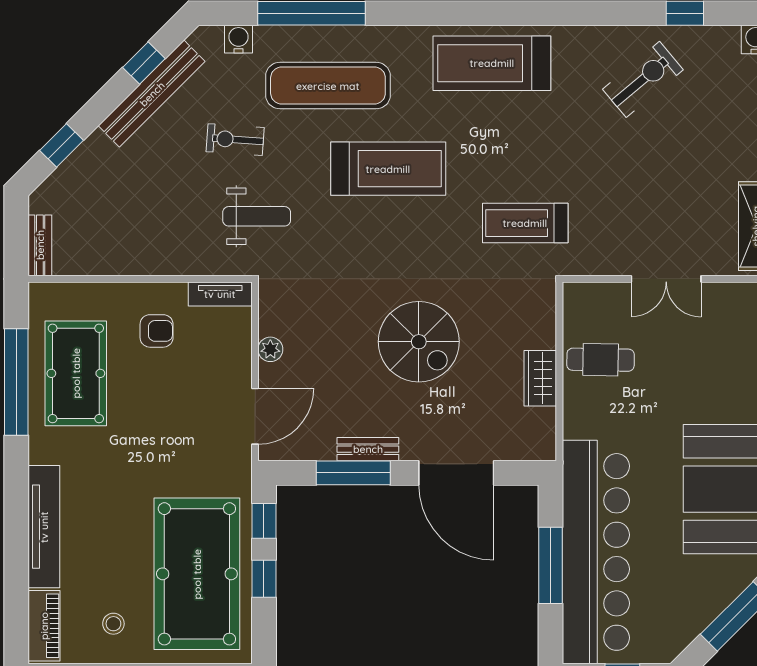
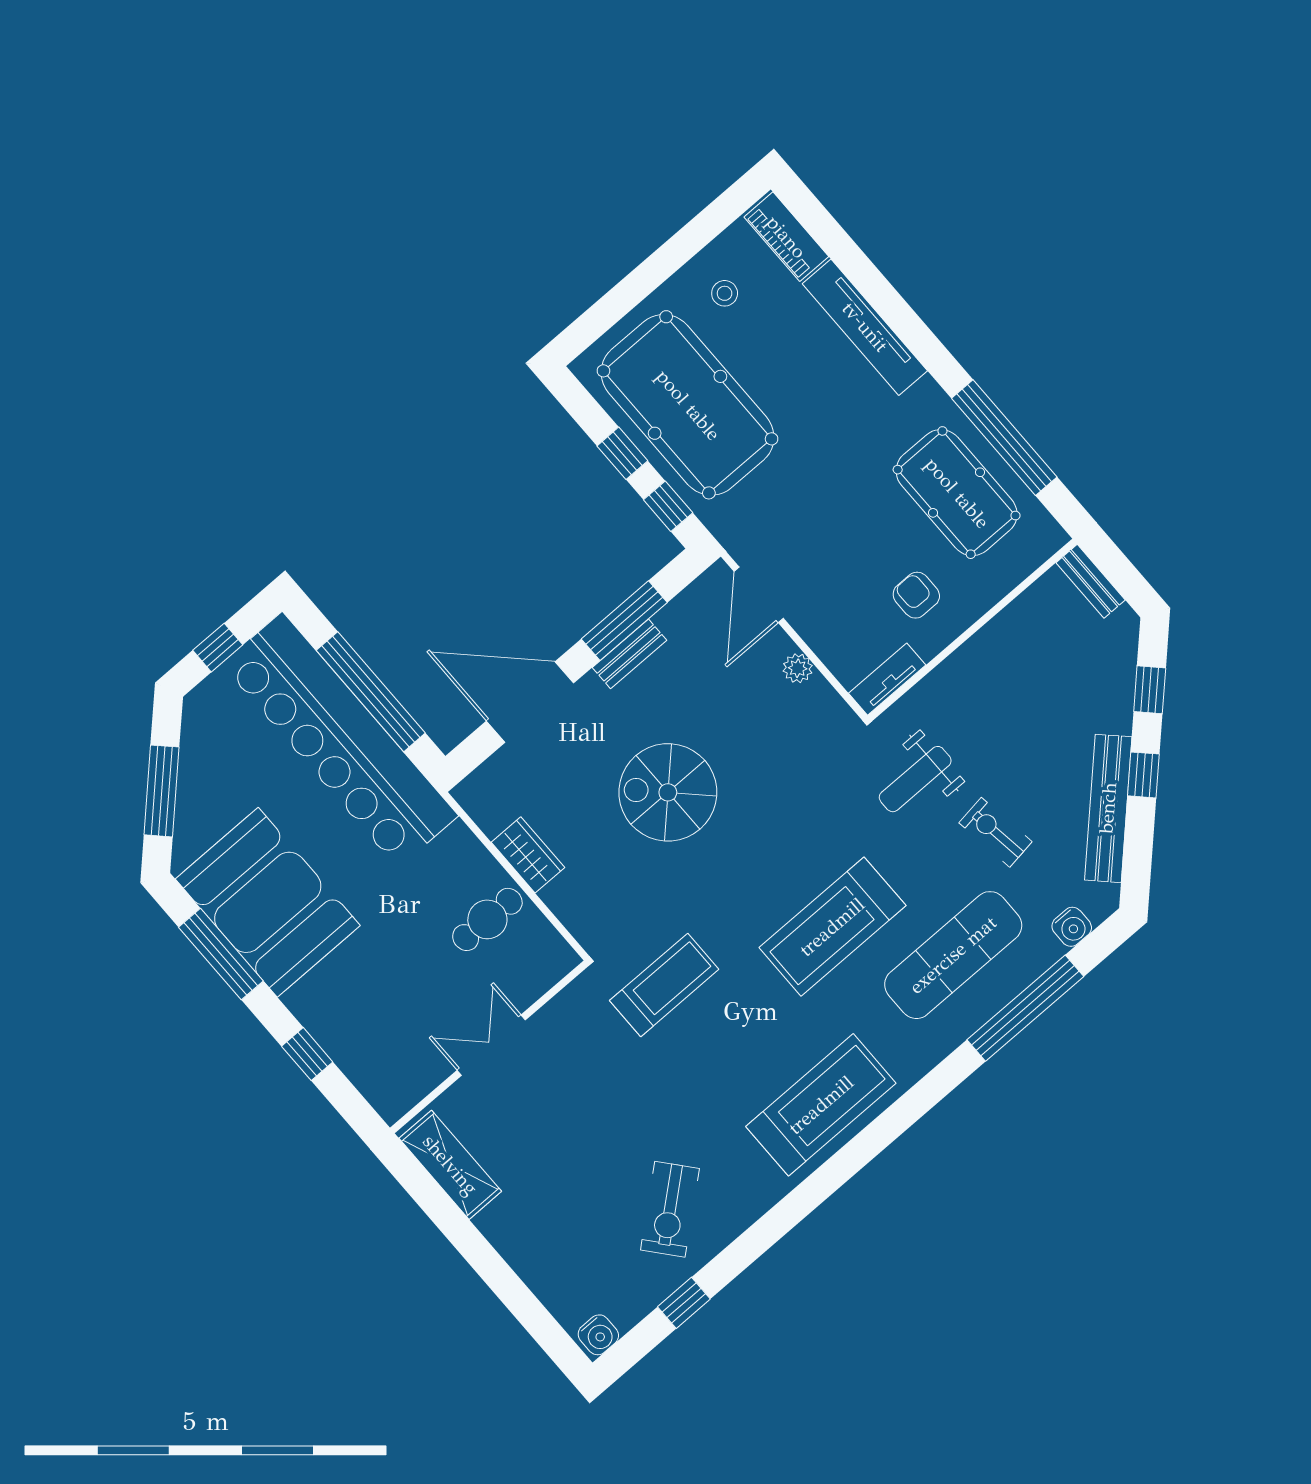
window: (144, 63) -> (1143, 775), moved
exercise bike: (235, 140) -> (995, 832), turned -102
armchair: (157, 331) -> (916, 595), turned 90
window: (550, 565) -> (371, 692), width x1.46

